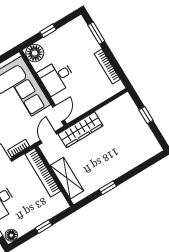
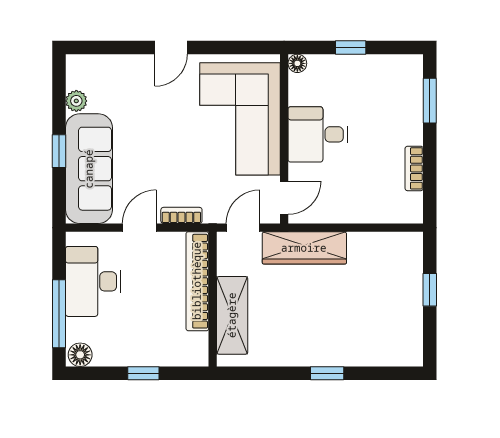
floor lamp: (35, 53) -> (297, 63), width x0.53, depth x0.53
bookcase: (107, 67) -> (414, 168), width x0.64
window: (108, 188) -> (327, 373), moved

